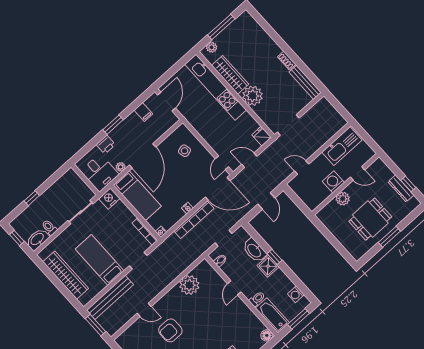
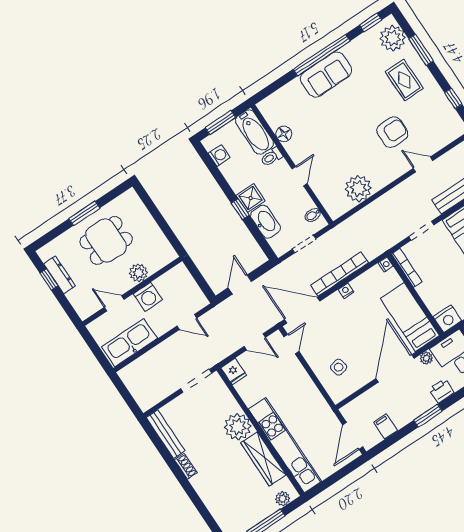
floor lamp: (267, 335) -> (284, 134), moved

